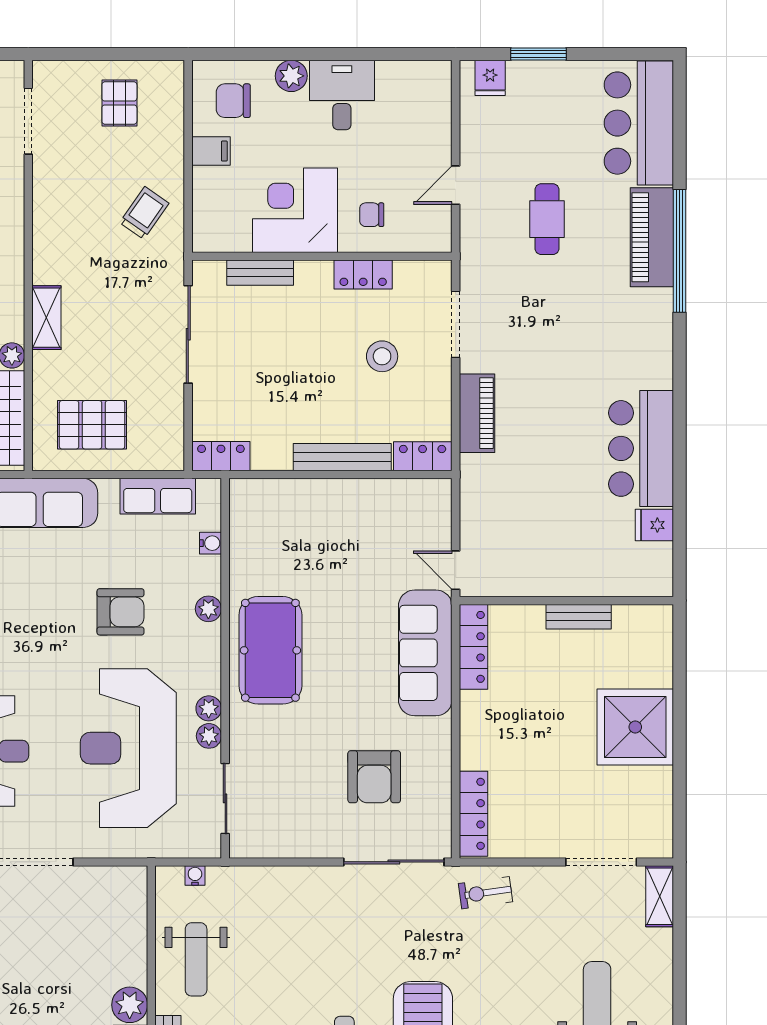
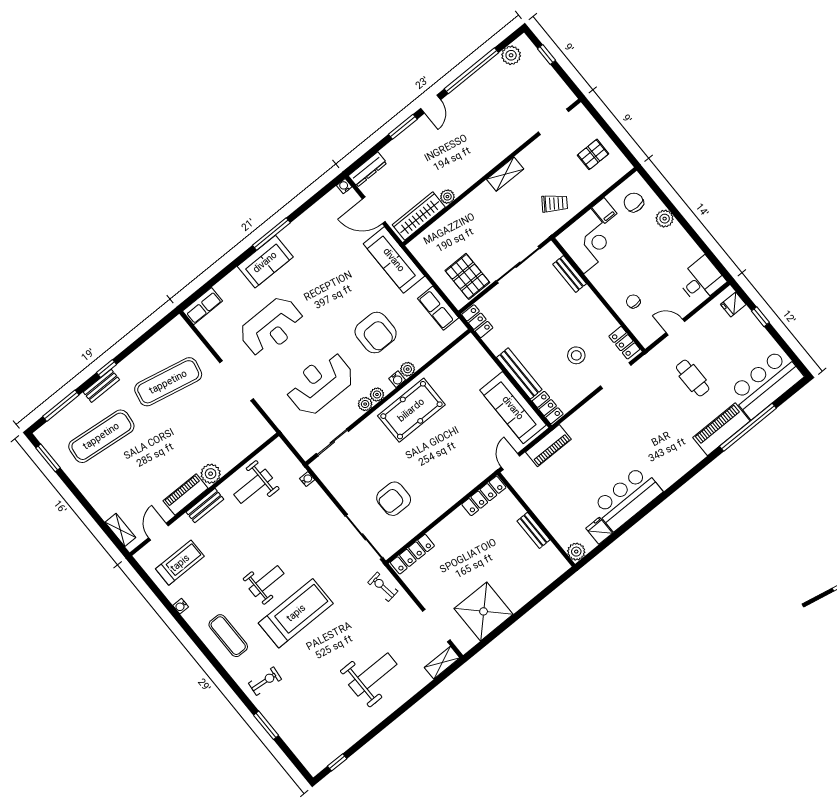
window: (539, 54) -> (760, 317), width x0.67
desk: (342, 95) -> (701, 280), moved
corner desk: (295, 210) -> (587, 241), moved, turned 90
cafe table: (547, 219) -> (693, 378), turned 90
window: (680, 251) -> (748, 427), moved
locker: (363, 275) -> (624, 343), moved
shelving: (46, 318) -> (505, 174), moved
piano: (477, 413) -> (548, 446), moved
pallet: (92, 425) -> (467, 276), moved
water cooler: (210, 543) -> (397, 379), moved
plant: (657, 581) -> (576, 552), added
armchair: (120, 612) -> (376, 333), width x1.36, depth x1.36
sofa: (425, 653) -> (513, 408), moved, turned -90
shower: (635, 727) -> (484, 611), moved
plant: (209, 736) -> (377, 394), moved
reception desk: (128, 748) -> (320, 383), width x0.74, depth x0.77
water cooler: (195, 876) -> (307, 479), moved

